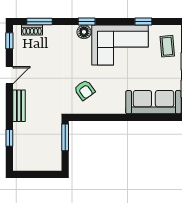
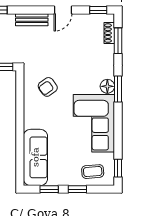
window: (87, 22) -> (118, 89), width x1.50
window: (143, 22) -> (118, 168), moved
door: (9, 75) -> (63, 10), hinge flipped

